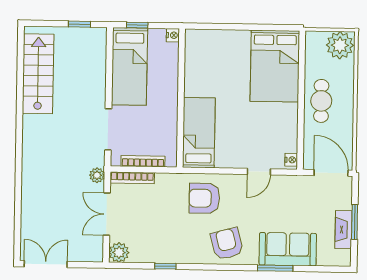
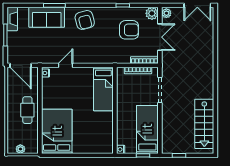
plant: (340, 45) -> (20, 149), width x0.53, depth x0.53
plant: (97, 175) -> (166, 13), moved
armchair: (204, 198) -> (129, 30), moved
fireplace: (343, 230) -> (12, 19), moved

